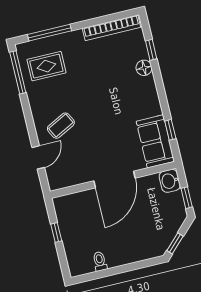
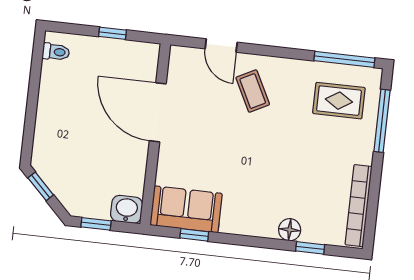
rug: (46, 66) -> (339, 101), turned 90
door: (114, 179) -> (158, 112), moved
toilet: (100, 261) -> (56, 52), moved

